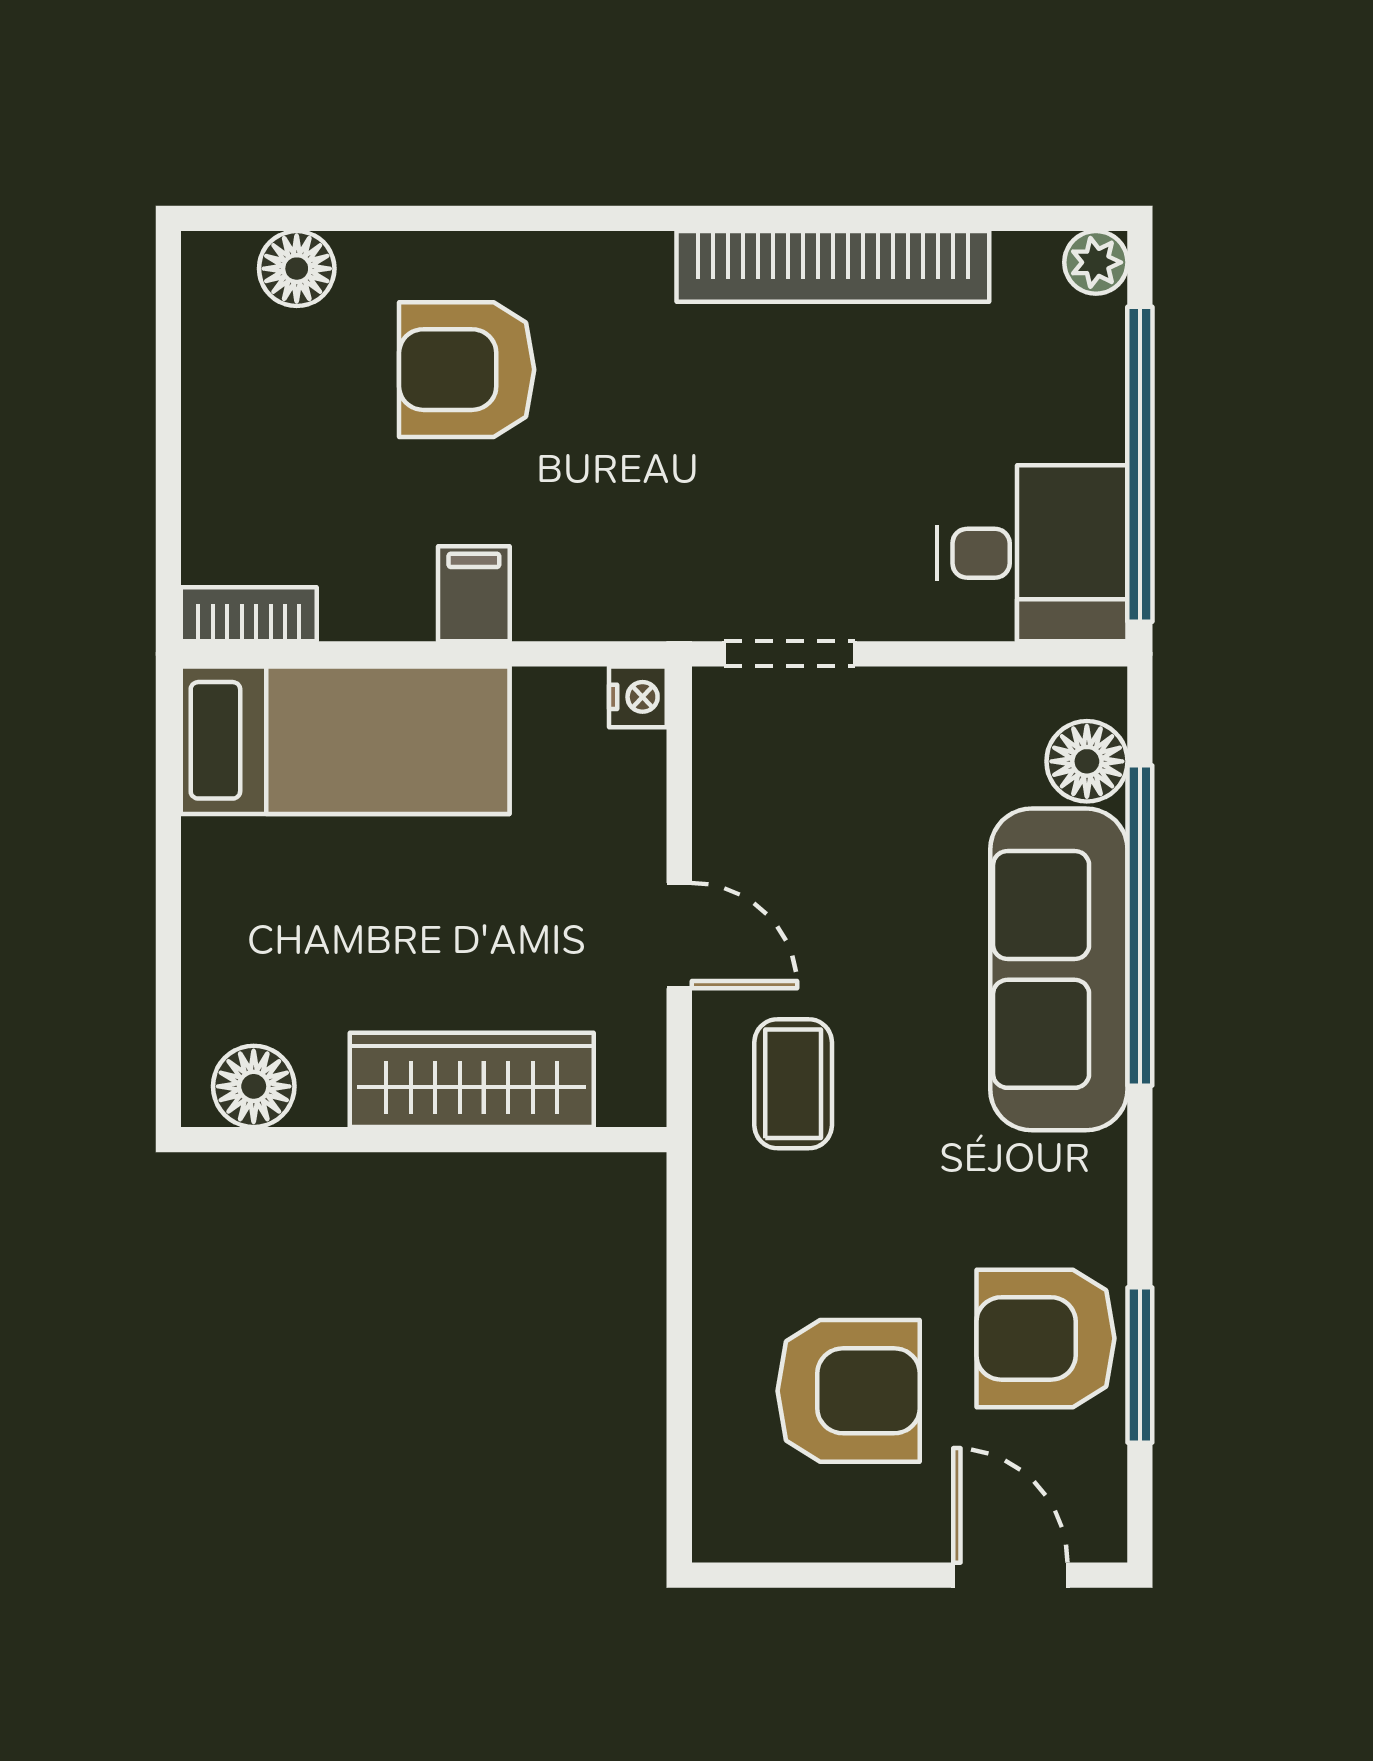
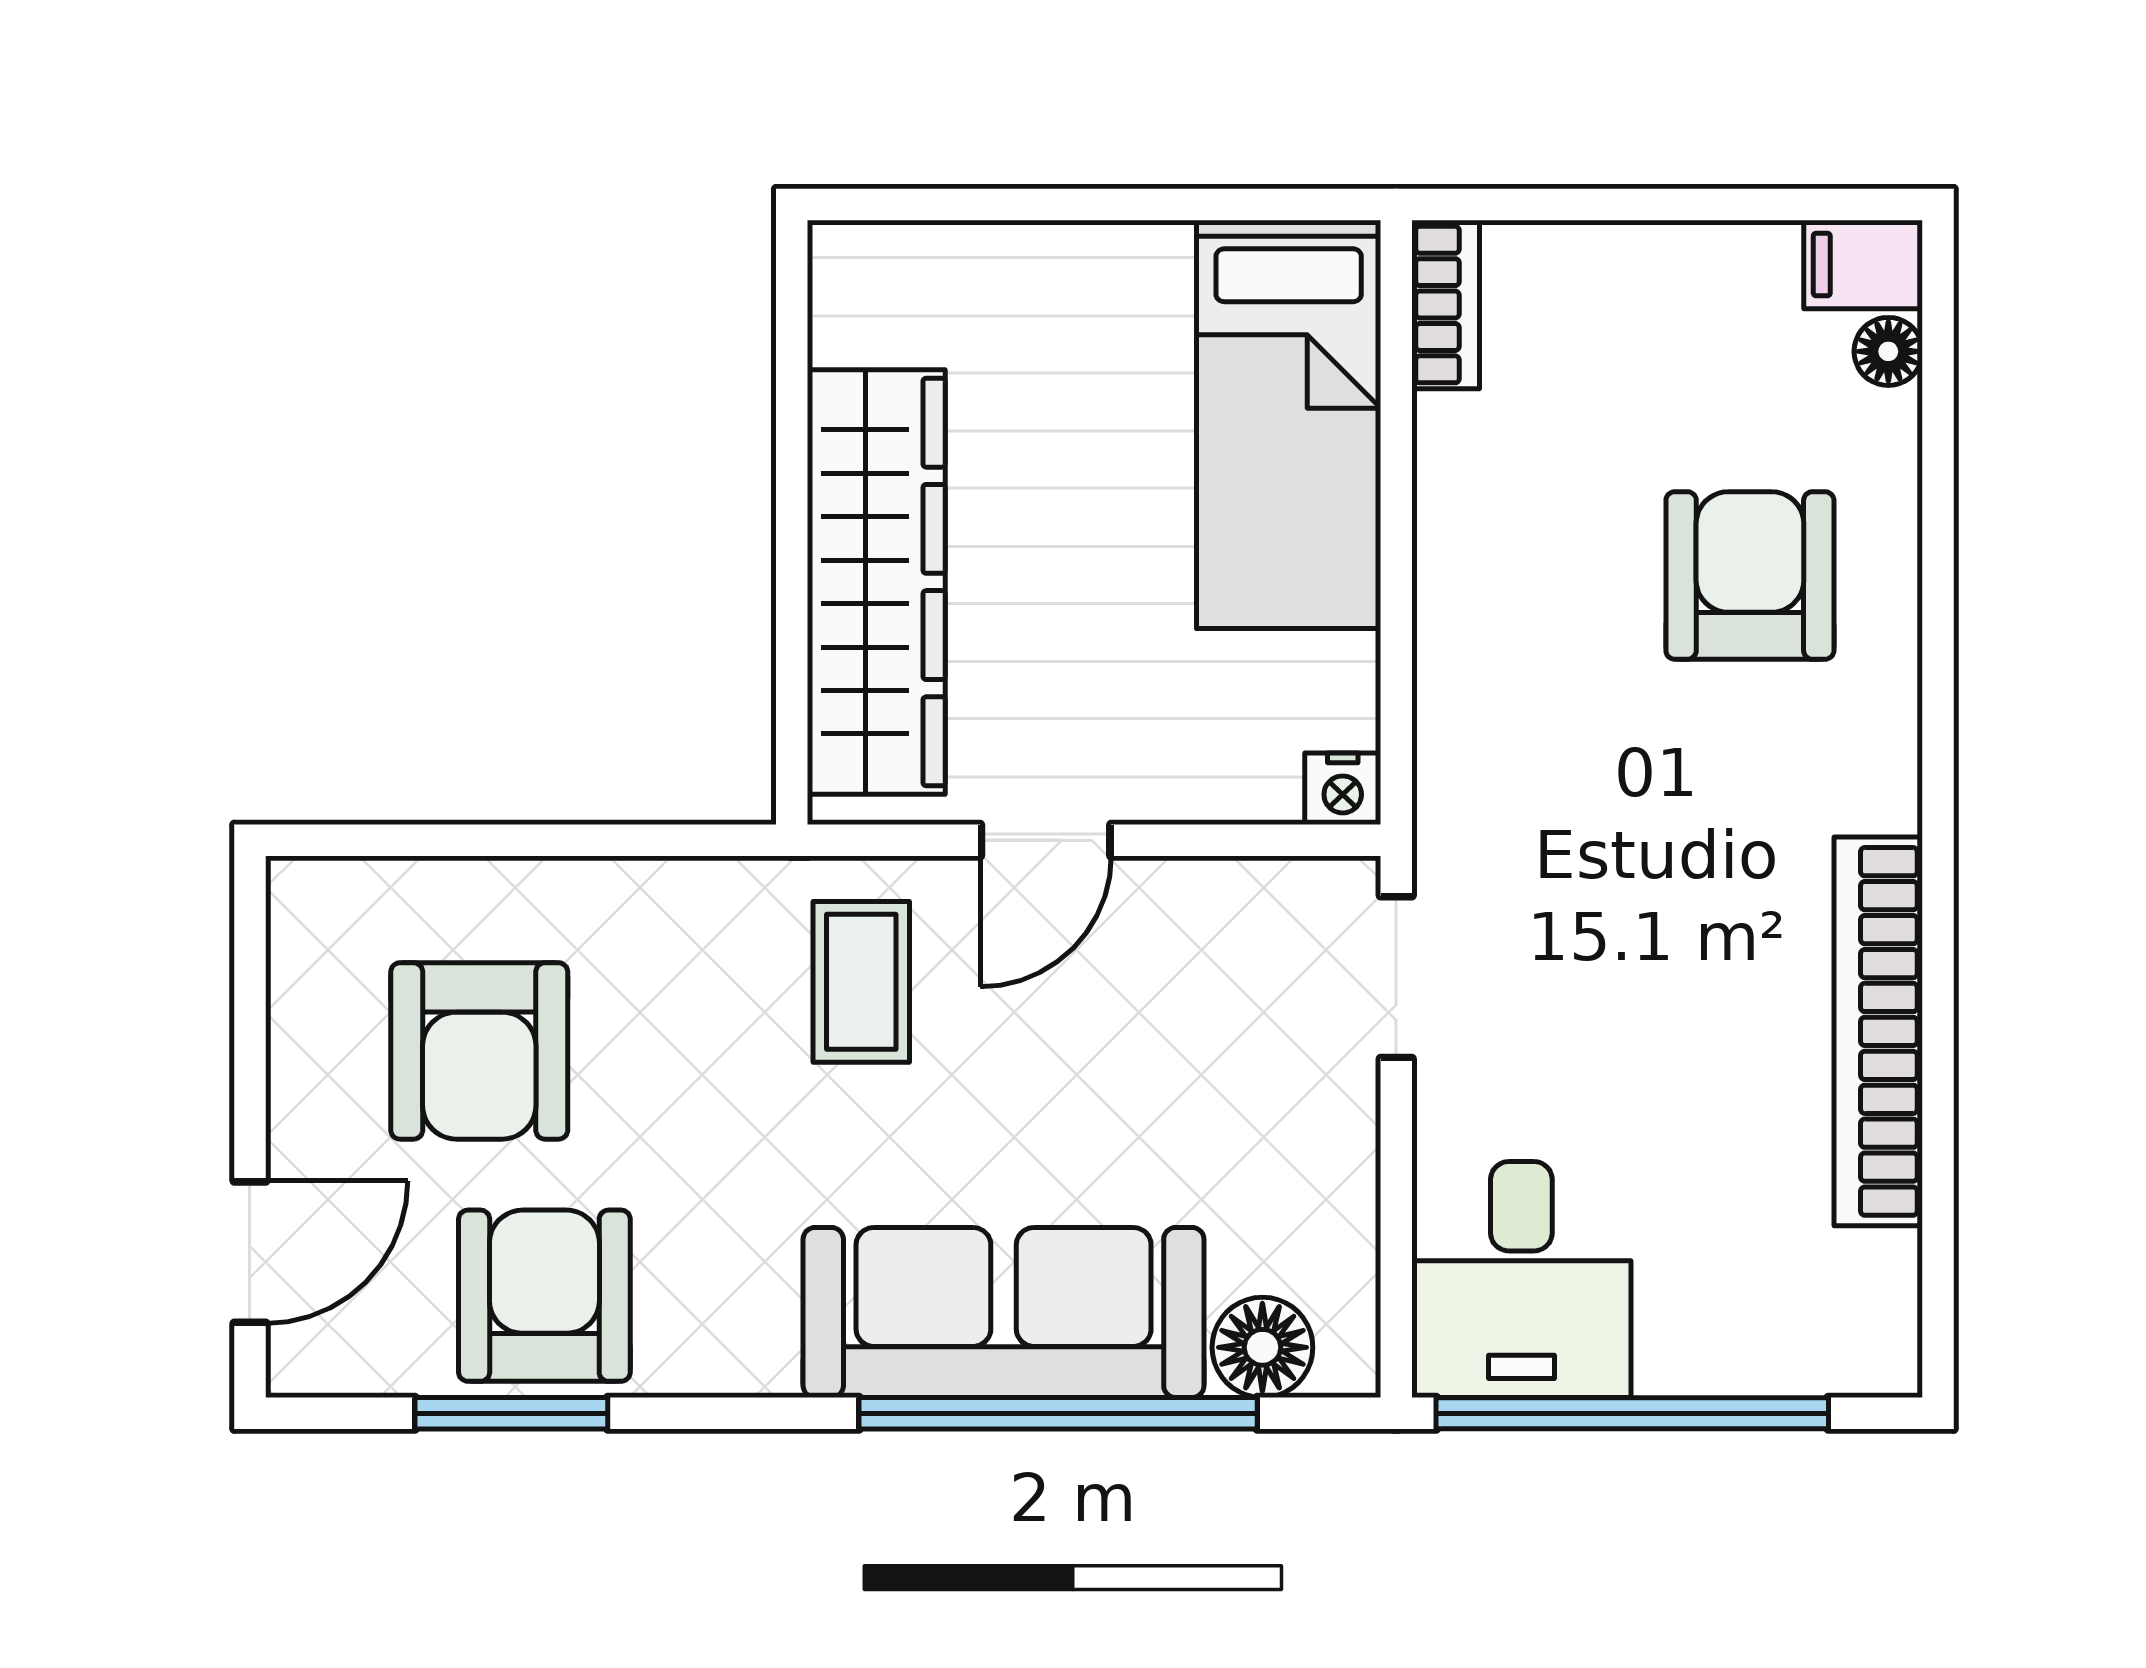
plant: (1096, 262) -> (1883, 1359), removed
floor lamp: (297, 269) -> (1888, 351), width x0.73, depth x0.73
filing cabinet: (474, 594) -> (1863, 265), moved, turned 180
wardrobe: (472, 1080) -> (876, 582), width x1.40, depth x1.17
coffee table: (793, 1084) -> (861, 982), turned 90
floor lamp: (254, 1086) -> (858, 311), removed

